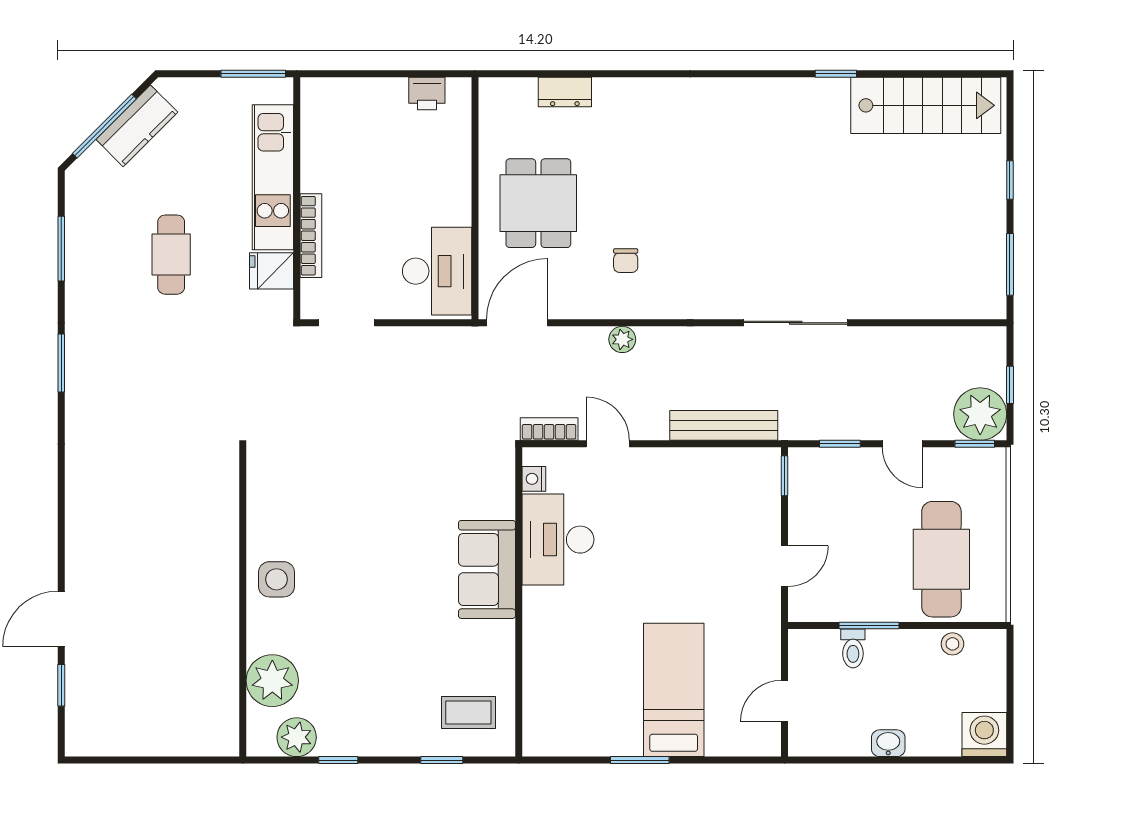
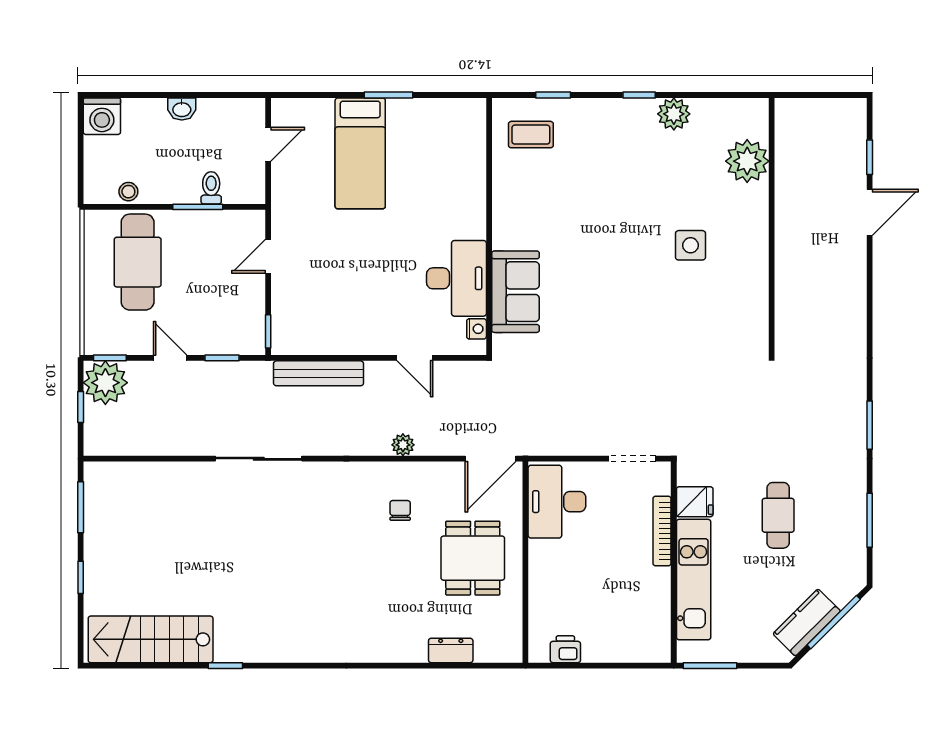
bookcase: (549, 429) -> (464, 370), removed
sofa: (487, 569) -> (516, 292), moved
wall: (243, 602) -> (772, 226), moved
plant: (272, 681) -> (747, 161), moved

